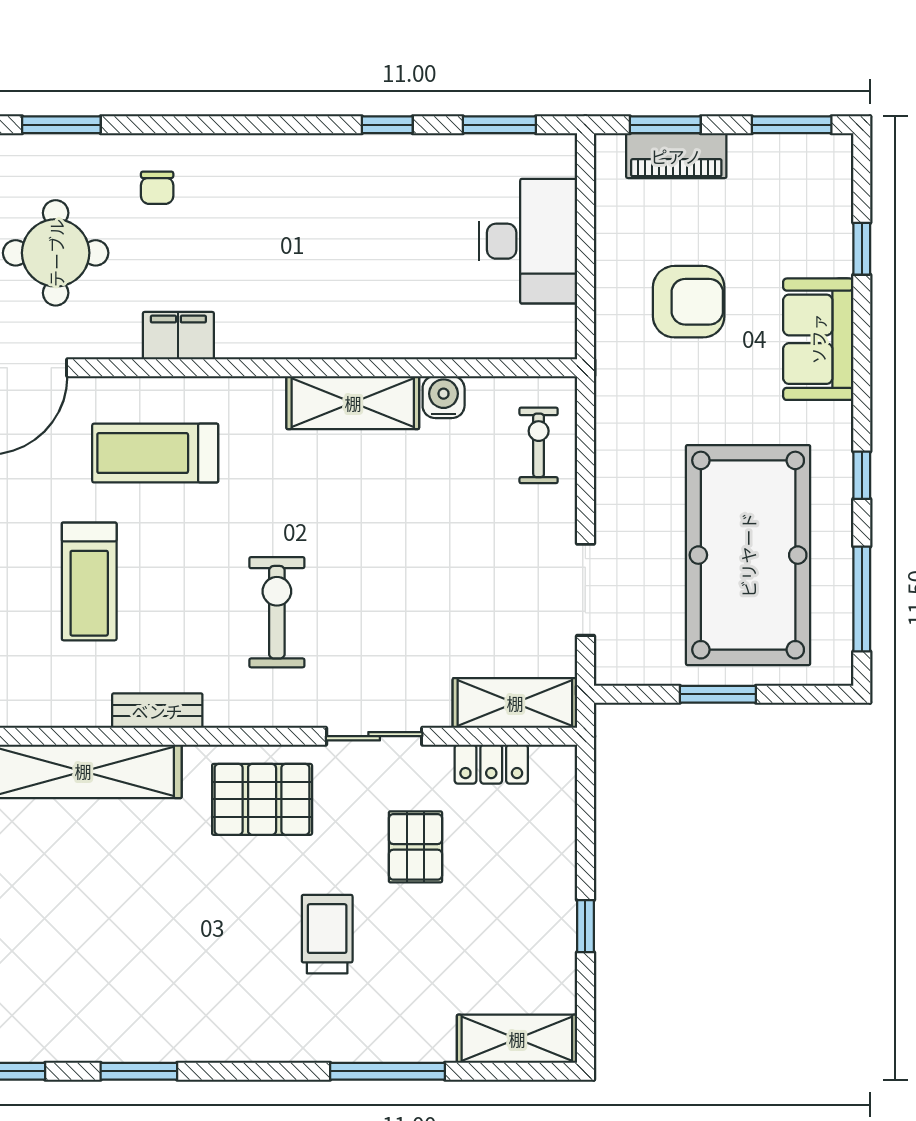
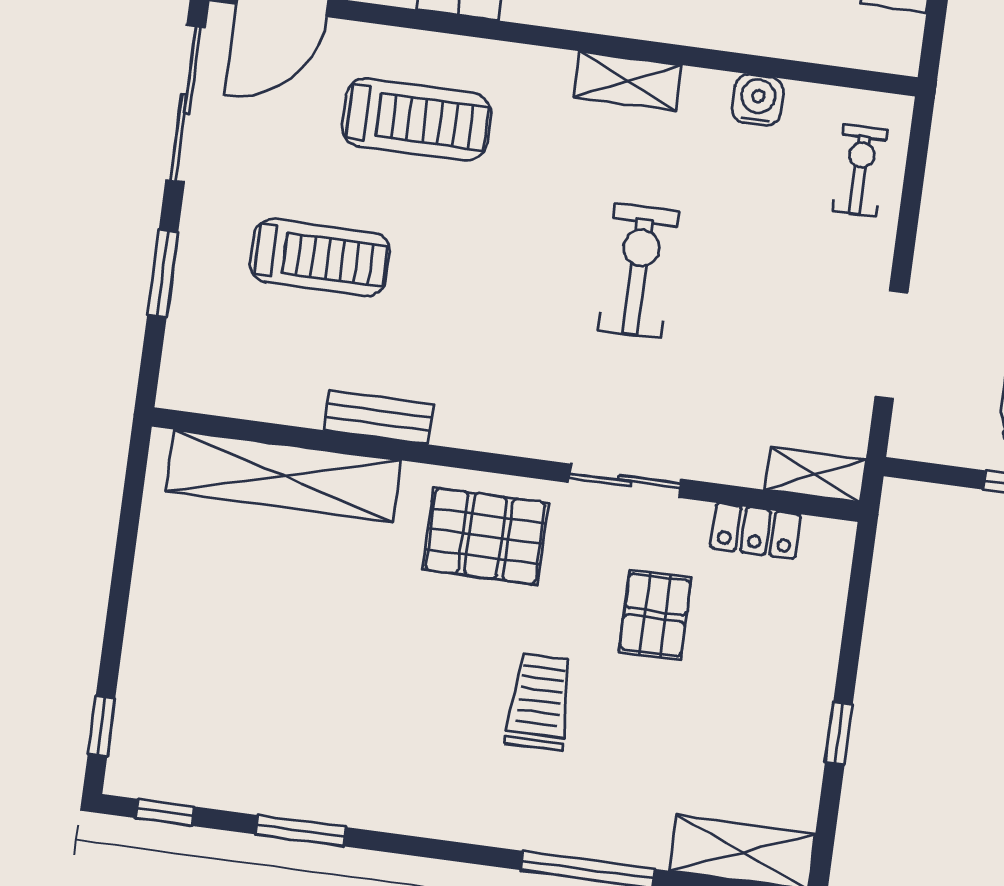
shelving: (353, 403) -> (628, 81), width x0.67, depth x0.75
treadmill: (155, 453) -> (416, 120), turned 180
treadmill: (89, 581) -> (320, 258), turned -90
exercise bike: (277, 612) -> (638, 271), moved
shelving: (515, 703) -> (815, 475), width x0.67, depth x0.75

